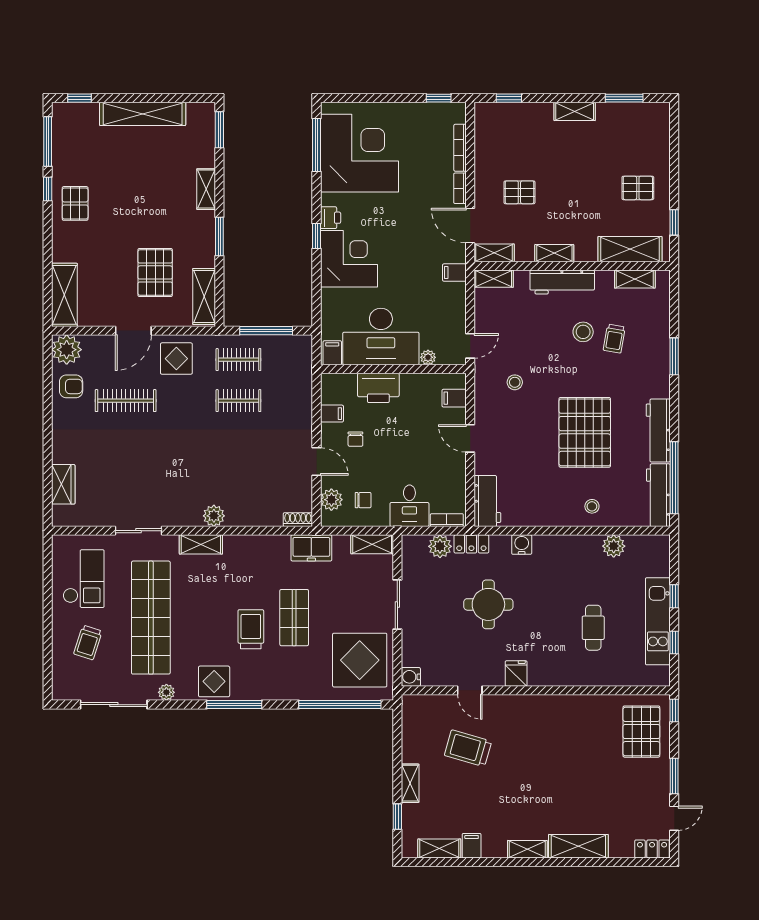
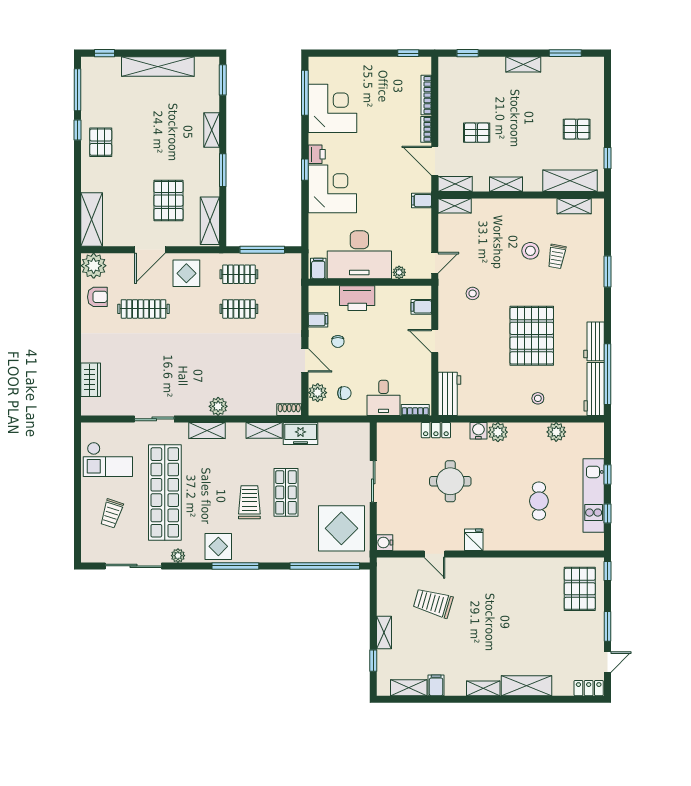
corner desk: (359, 153) -> (333, 108), width x0.74, depth x0.74
workbench: (562, 282) -> (513, 209), removed
workbench: (658, 430) -> (594, 341), width x0.73
shelving: (372, 544) -> (264, 430), moved
plant: (440, 546) -> (498, 432), moved
checkout: (84, 579) -> (108, 459), turned 90

